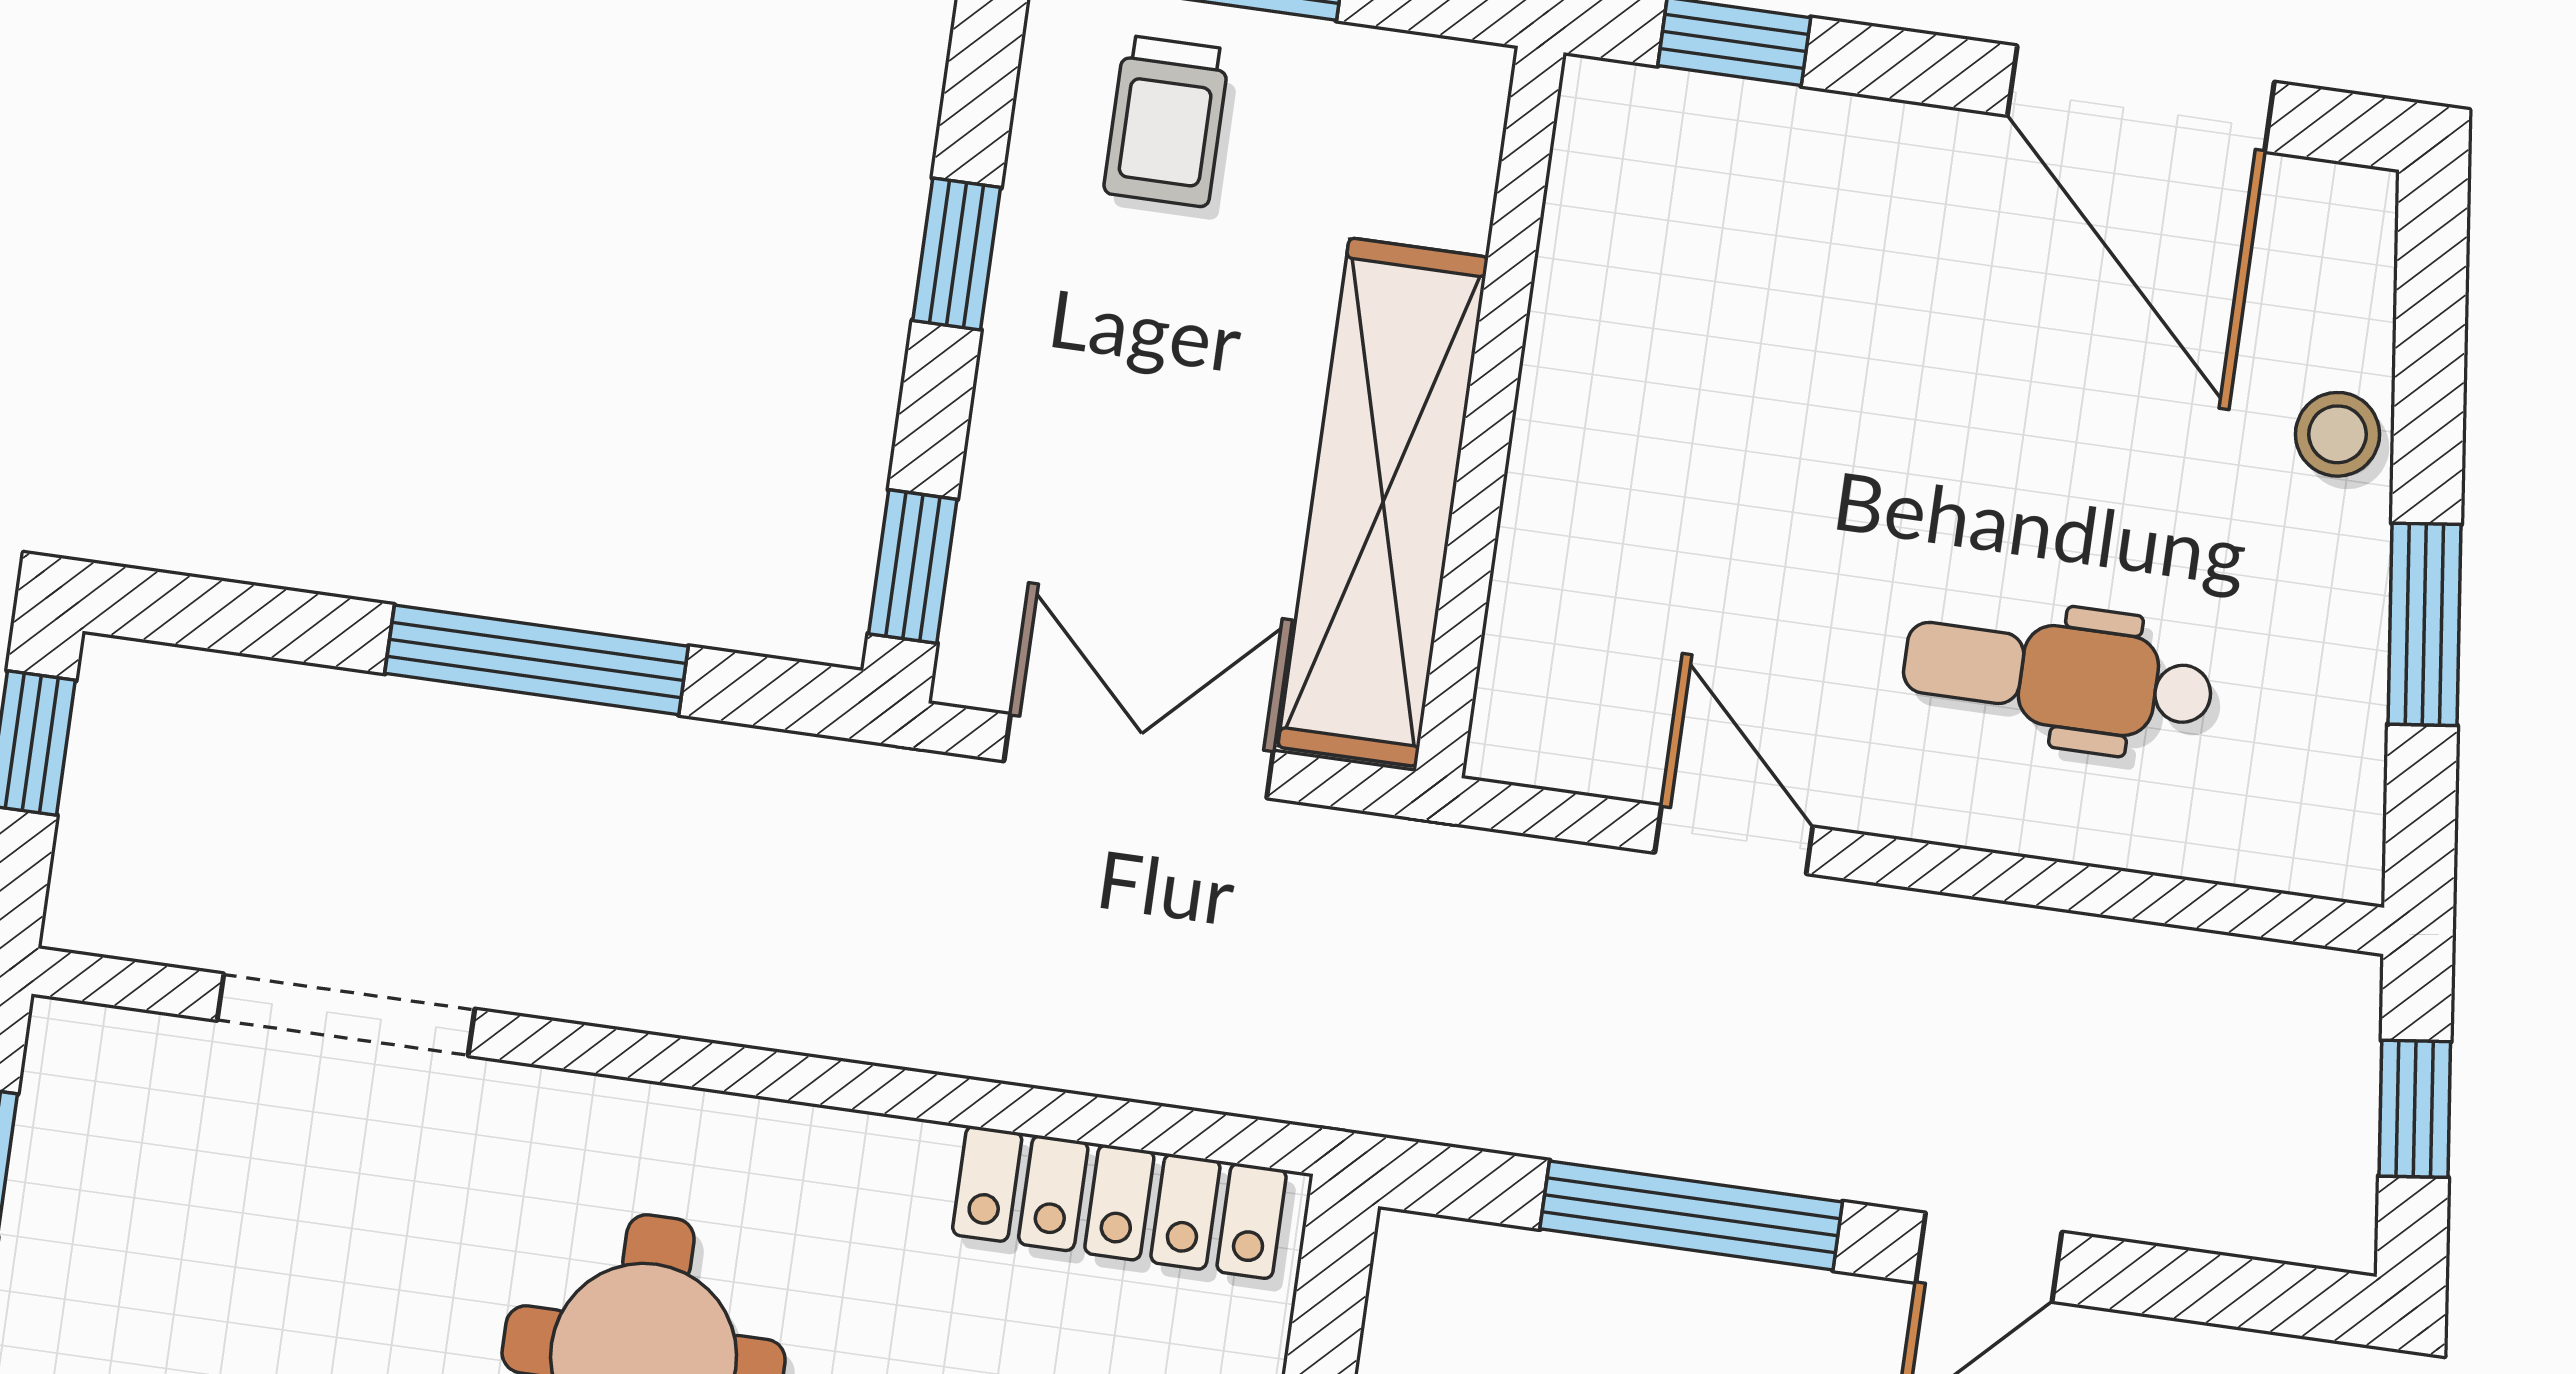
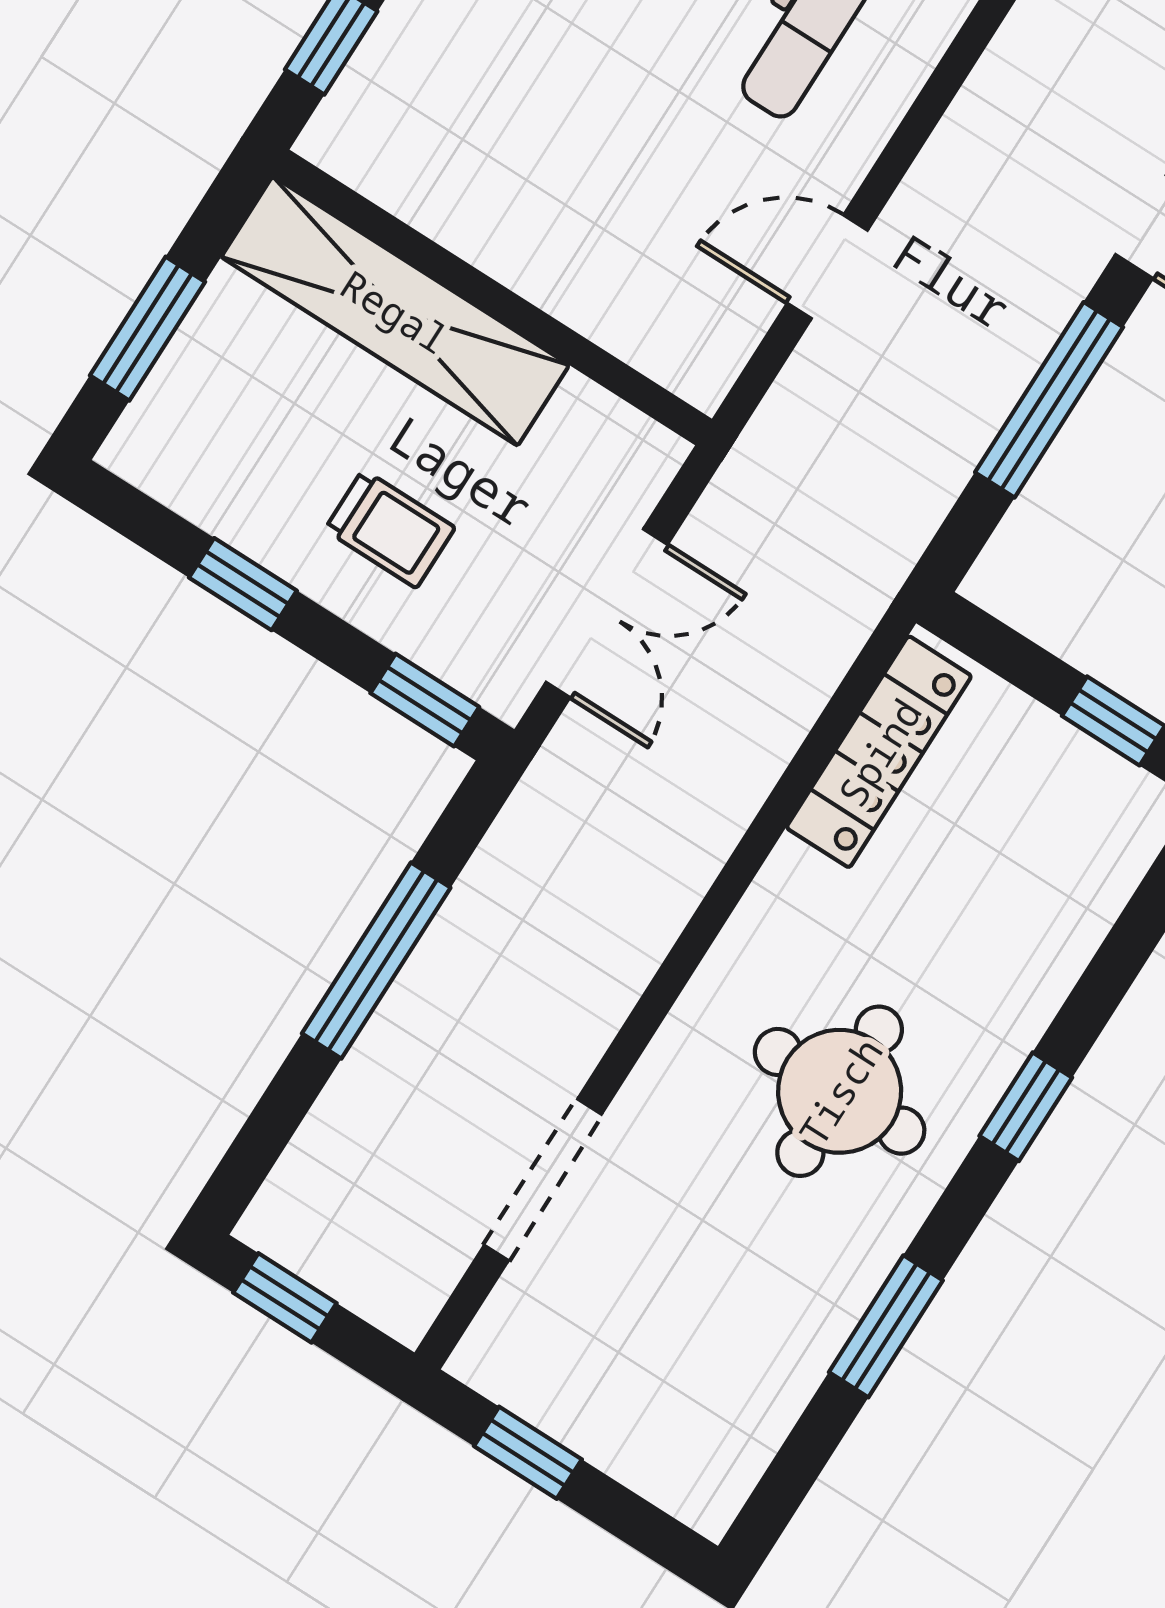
trolley: (1167, 121) -> (390, 529), moved
shelving: (1383, 502) -> (395, 311), moved
double door: (1139, 756) -> (607, 613), swing flipped

